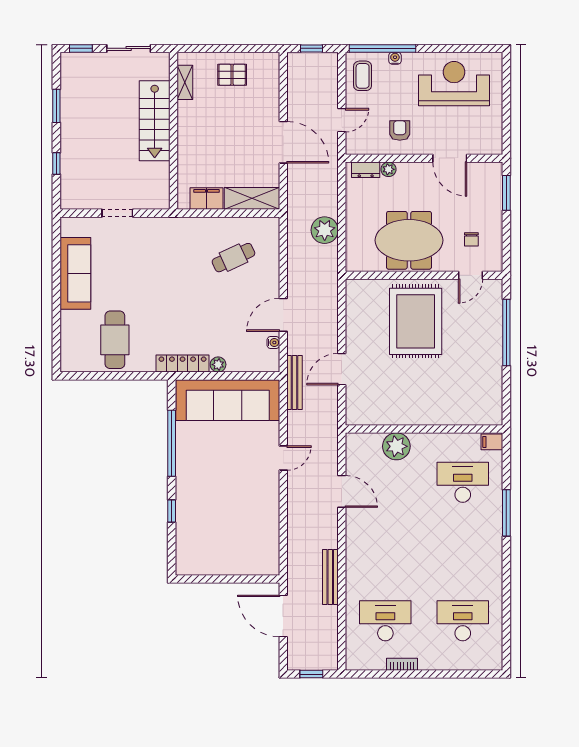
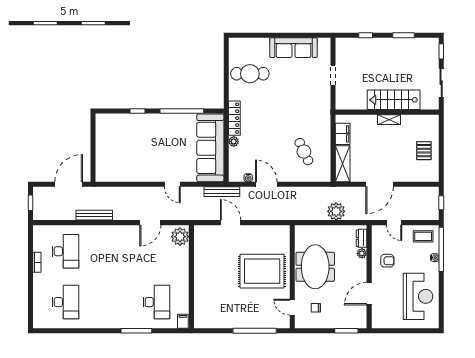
shelving: (185, 82) -> (389, 120), moved
plant: (325, 230) -> (336, 211), moved
plant: (396, 446) -> (180, 237), moved

